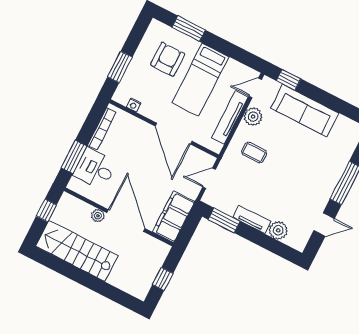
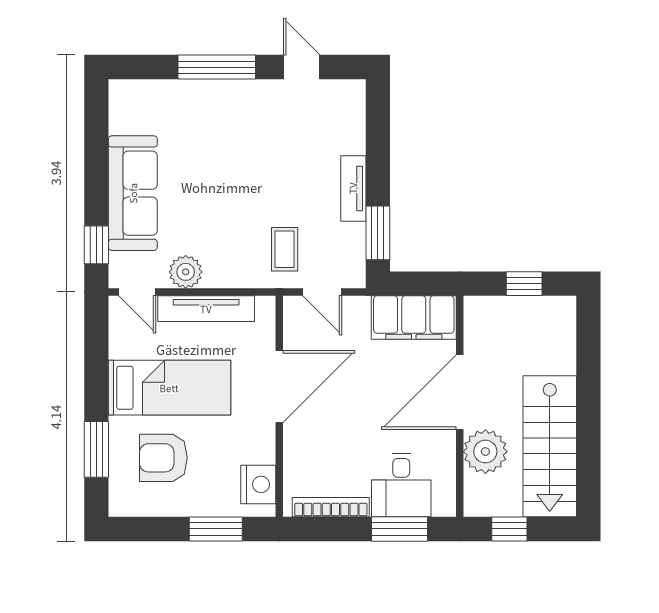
nightstand: (134, 105) -> (258, 484), width x1.89, depth x1.79
coffee table: (254, 152) -> (285, 249), moved
plant: (98, 216) -> (485, 452), width x1.88, depth x1.88
plant: (278, 230) -> (349, 137), removed

